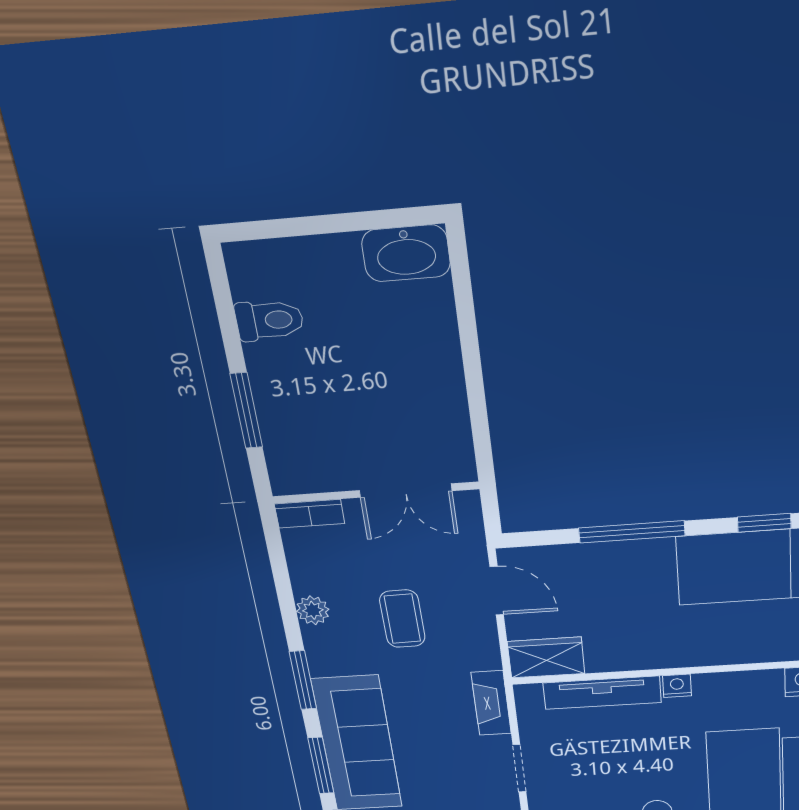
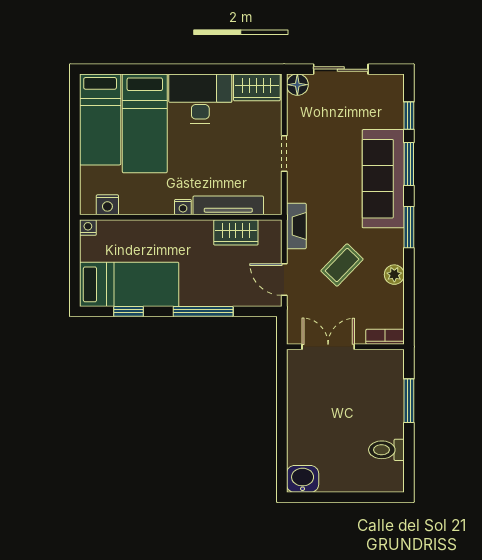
washbasin: (406, 253) -> (303, 479), width x0.72
coffee table: (402, 619) -> (342, 265), turned 45
wardrobe: (546, 658) -> (236, 232), moved
fireplace: (491, 703) -> (296, 226), moved

